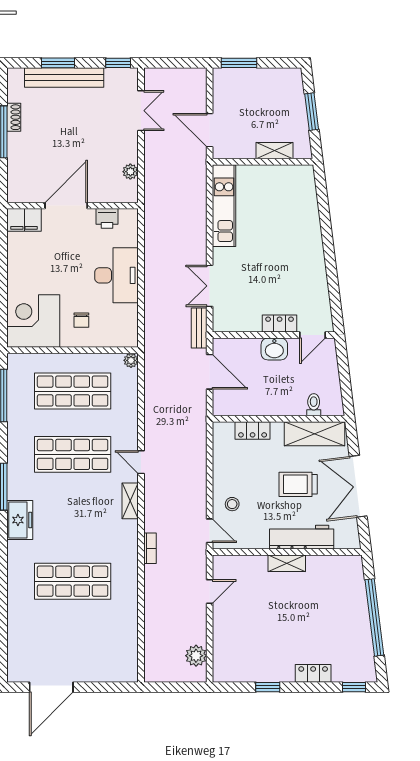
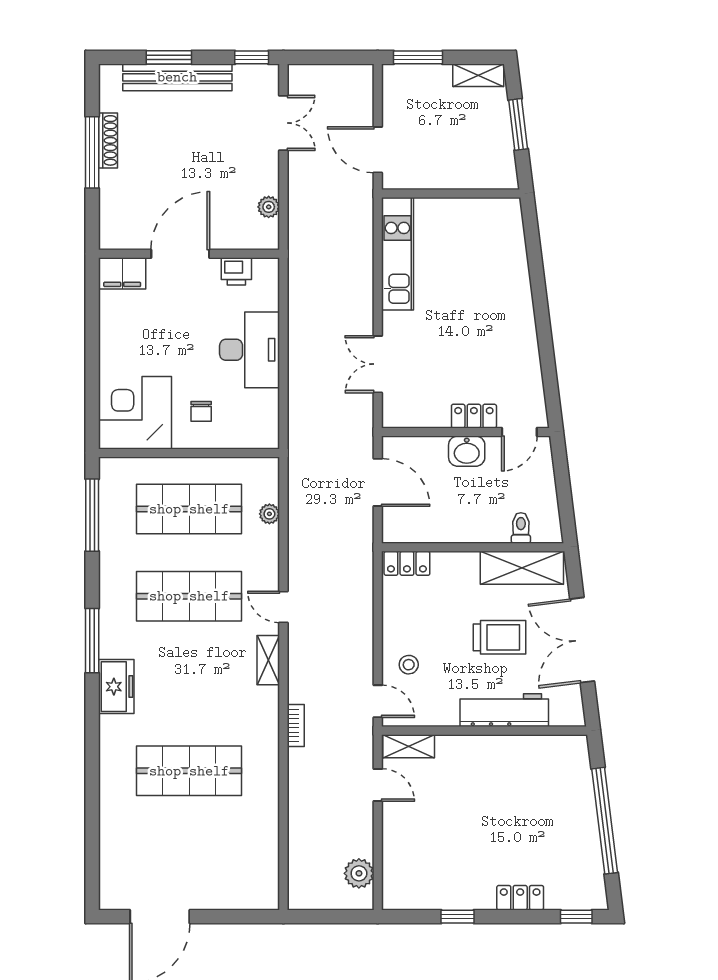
shoe rack: (14, 117) -> (108, 140), width x1.43
shelving: (274, 151) -> (478, 75), moved
bench: (199, 328) -> (363, 422), removed
plant: (131, 360) -> (269, 514), moved
locker: (253, 430) -> (407, 563), moved
trolley: (298, 484) -> (500, 637), turned 180
shelving: (287, 563) -> (409, 746), moved
door: (210, 591) -> (378, 785), hinge flipped

